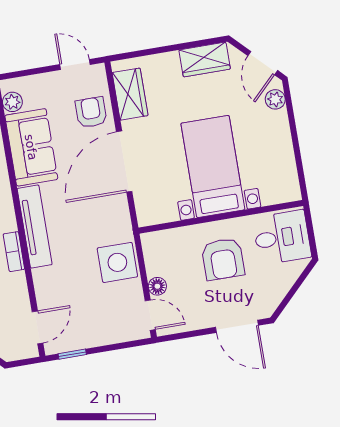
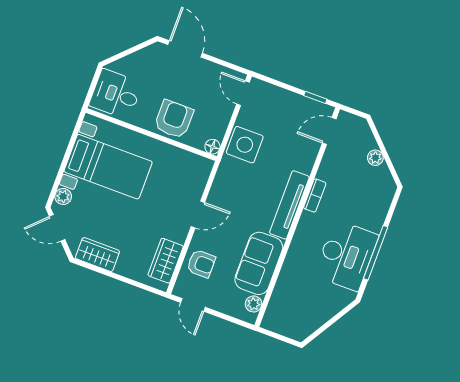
door: (263, 63) -> (57, 228), swing flipped
armchair: (91, 112) -> (201, 264), turned -90
door: (124, 162) -> (198, 214), width x0.53
bed with nightstands: (213, 166) -> (108, 167), moved, turned -90
armchair: (223, 259) -> (174, 119), moved
floor lamp: (157, 286) -> (212, 147), moved

